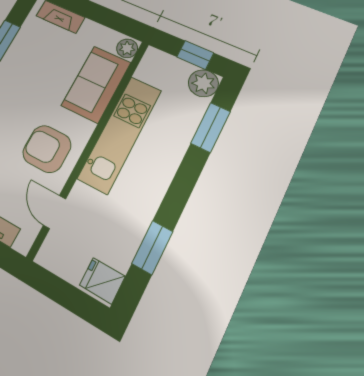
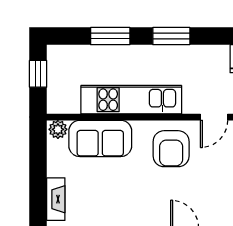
plant: (203, 83) -> (59, 57), removed
window: (210, 127) -> (110, 36), moved
window: (152, 247) -> (171, 36), moved

